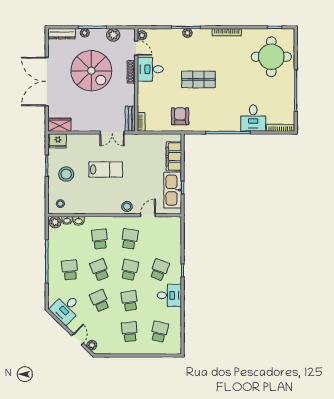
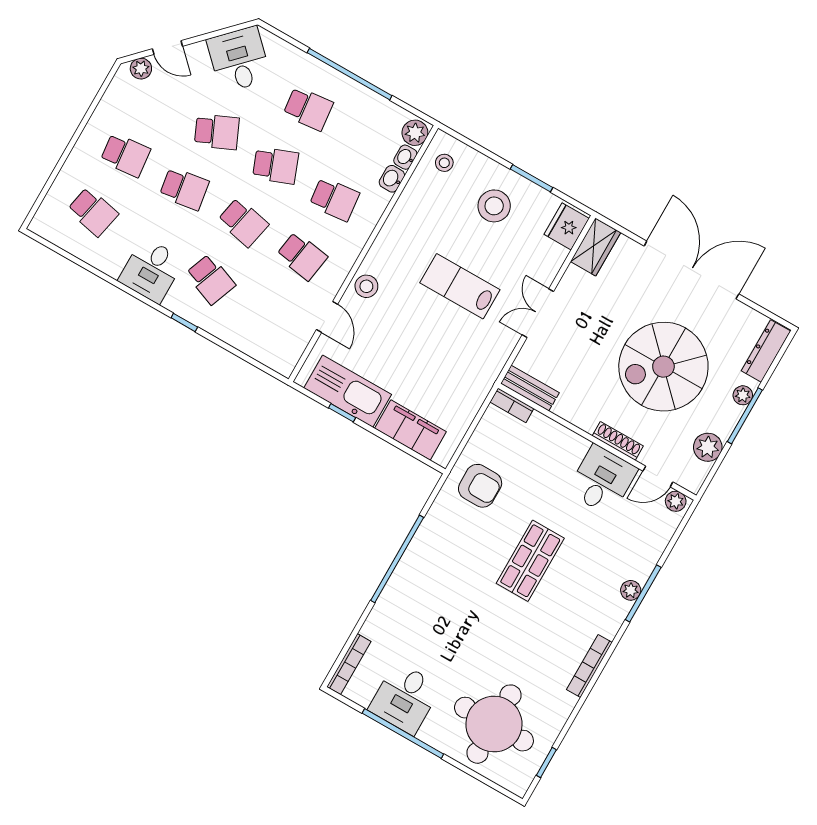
desk: (253, 118) -> (405, 698), moved, turned -90
double door: (112, 133) -> (538, 313), moved
lab bench: (106, 170) -> (460, 286), turned 90

